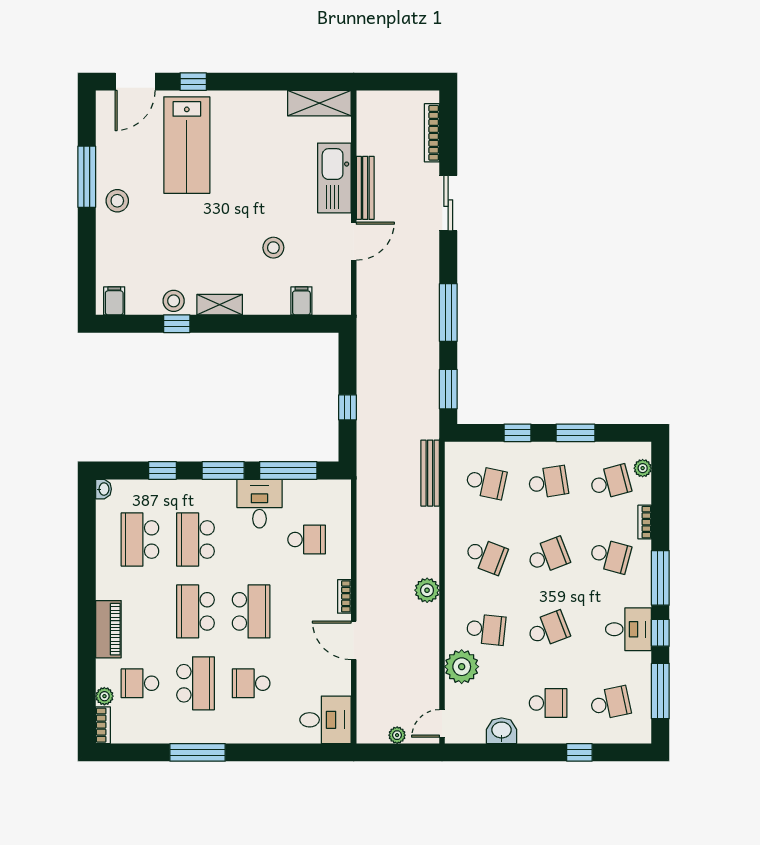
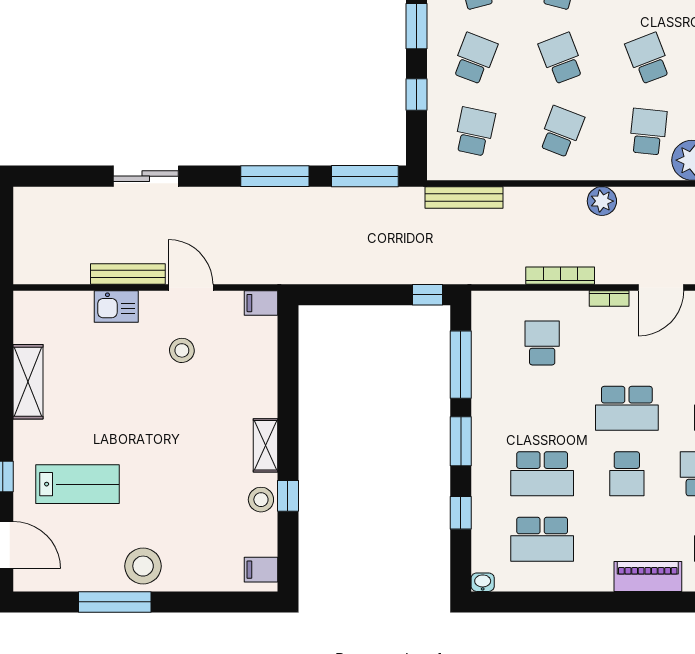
shelving: (319, 103) -> (28, 382), moved
bookcase: (432, 133) -> (560, 276), moved, turned 180
lab bench: (187, 145) -> (77, 484), width x0.73, depth x0.72
kitchen sink: (334, 178) -> (116, 307), width x0.53, depth x0.81
stool: (117, 201) -> (143, 566), width x1.38, depth x1.38
stool: (273, 248) -> (182, 350), moved
filing cabinet: (301, 301) -> (261, 303), moved
window: (448, 389) -> (365, 176), width x1.44
window: (347, 407) -> (428, 295), moved
school desk: (548, 482) -> (475, 58), turned 30
desk: (259, 504) -> (500, 398), removed
school desk: (196, 611) -> (627, 474), width x0.54
school desk: (251, 611) -> (627, 408), turned 180

